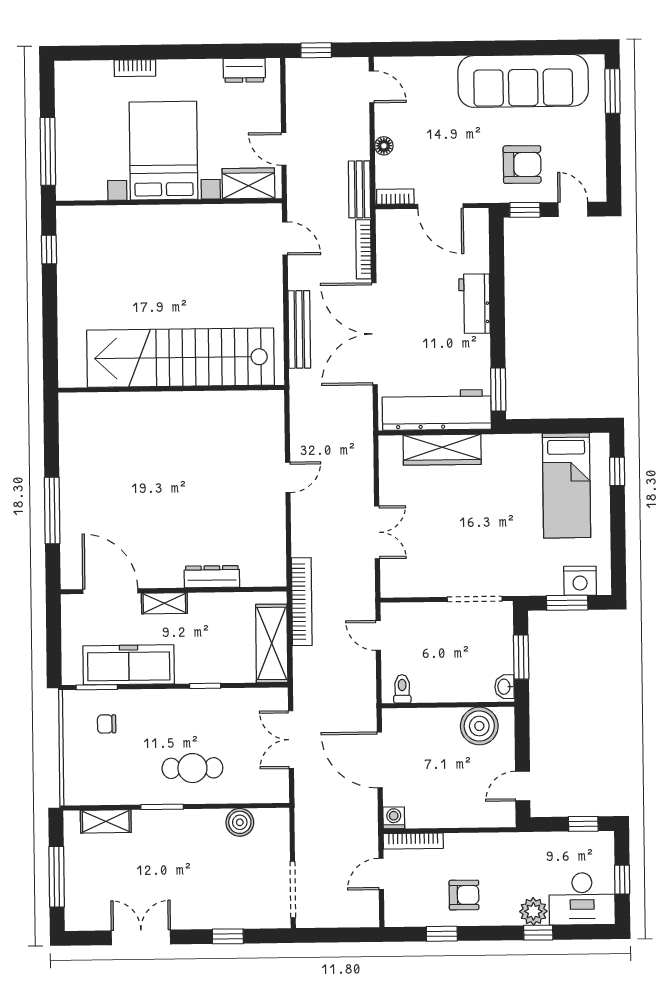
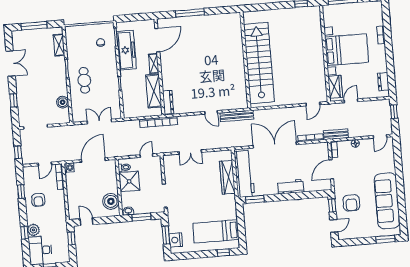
bench: (299, 329) -> (237, 116), moved
dresser: (212, 577) -> (168, 102), moved
shelving: (272, 643) -> (154, 91), moved, turned 90
shower: (436, 680) -> (129, 181), added
window: (583, 824) -> (71, 238), moved
door: (381, 874) -> (45, 164), swing flipped
window: (350, 935) -> (18, 152), added

